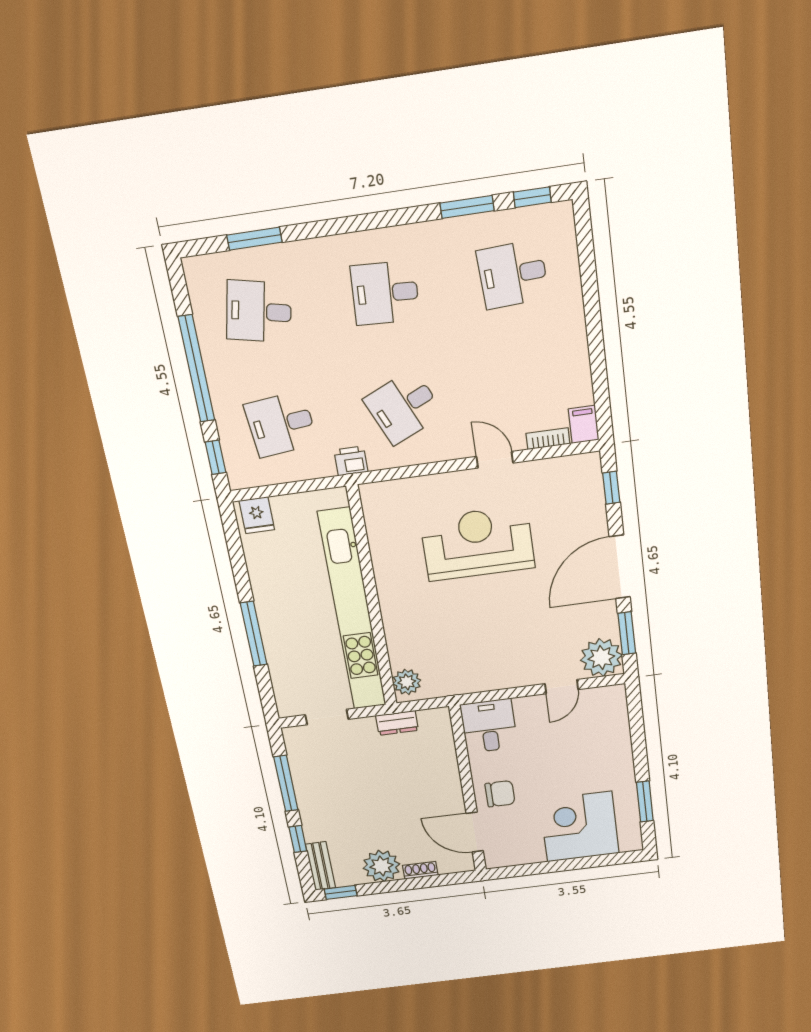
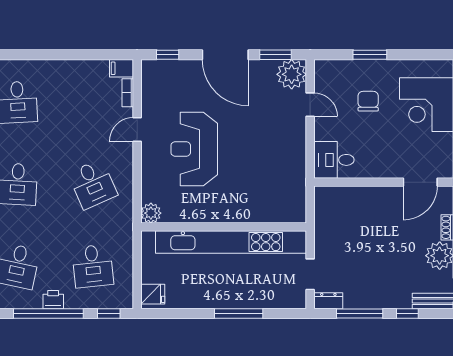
printer: (351, 461) -> (53, 300), moved, turned 90
plant: (407, 682) -> (151, 213), moved
dresser: (397, 723) -> (328, 301), moved, turned -90
chair: (500, 794) -> (368, 101), moved
window: (645, 801) -> (370, 55), moved

